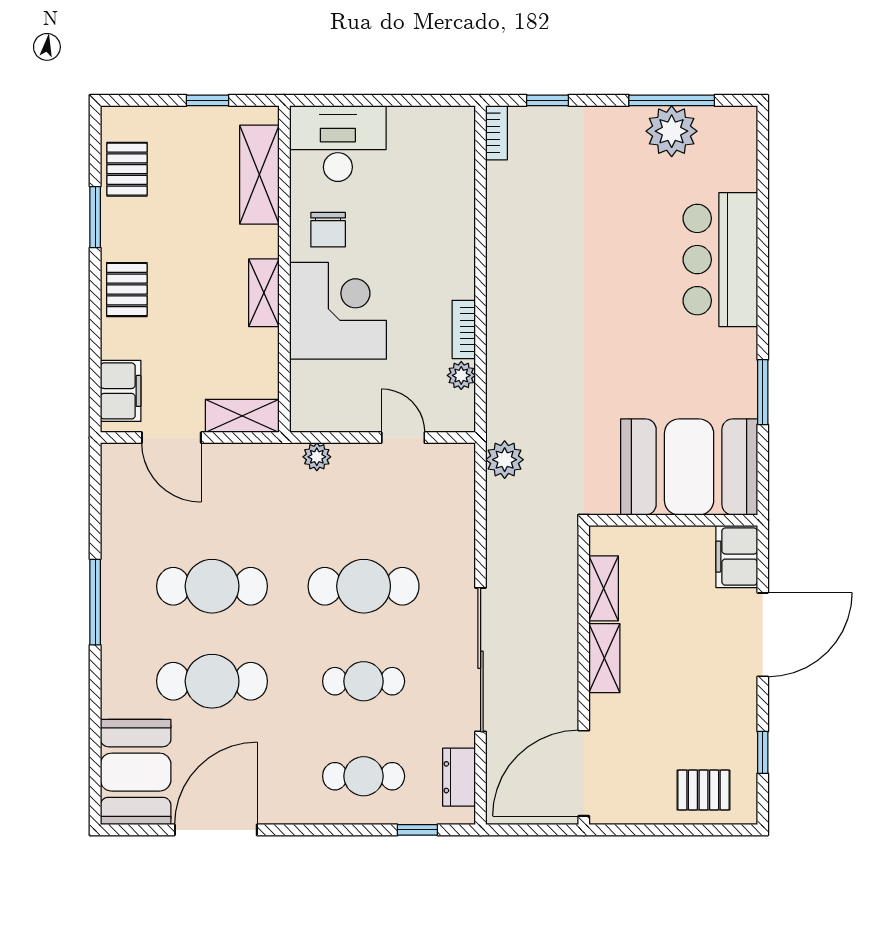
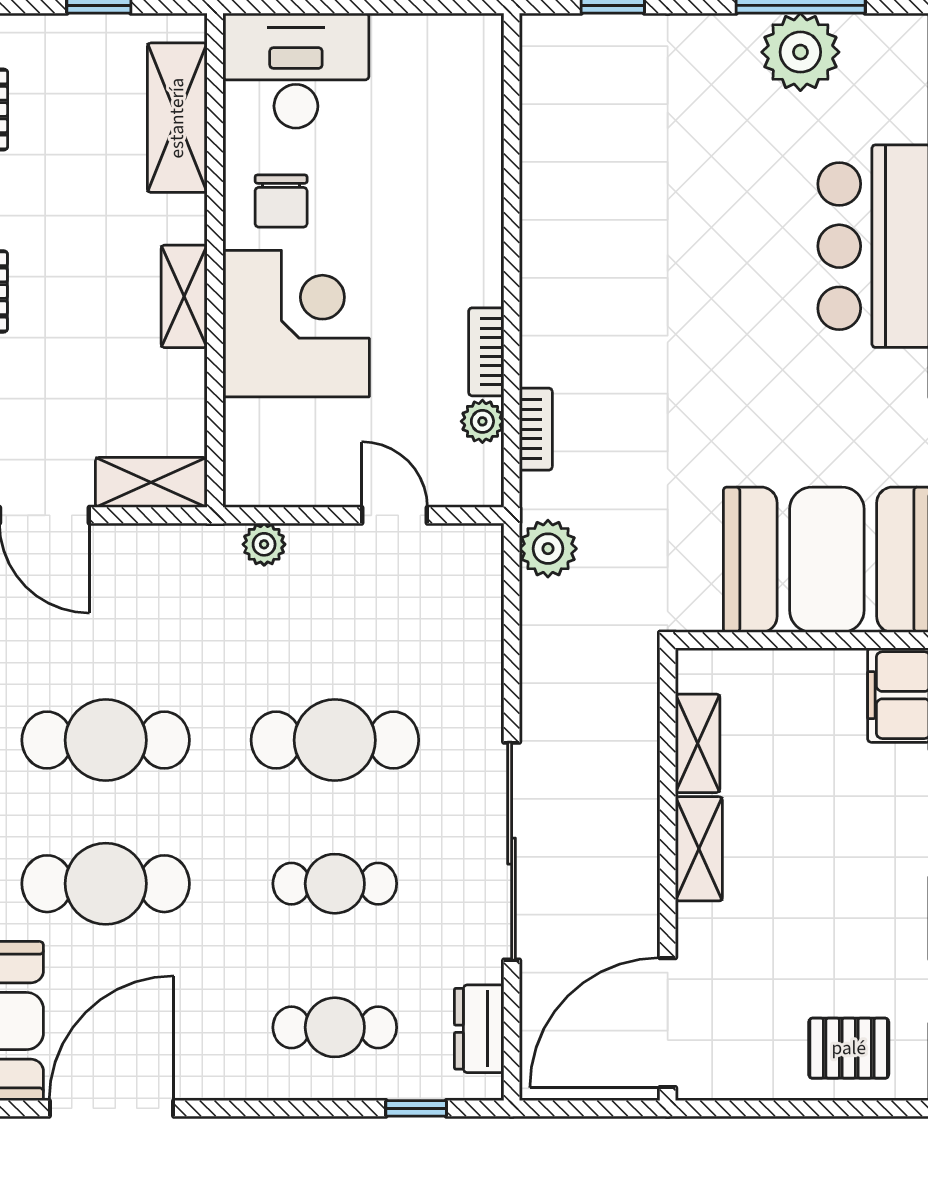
bookcase: (497, 133) -> (536, 429), moved

